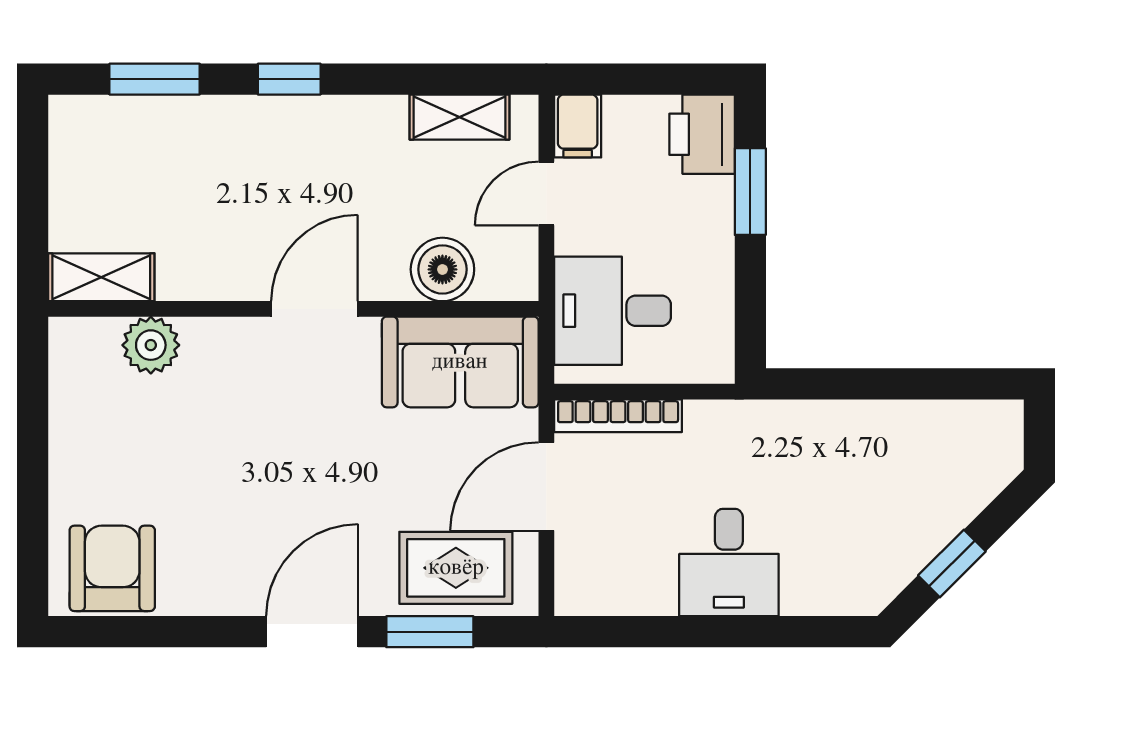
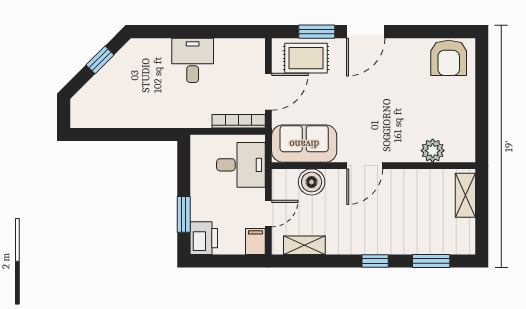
shelving: (101, 277) -> (465, 195), moved, turned 90

